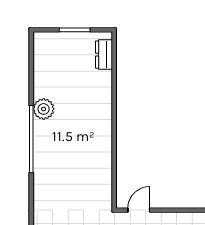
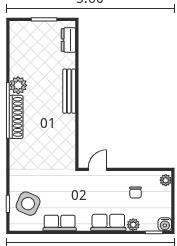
bench: (105, 116) -> (69, 91), added
shoe rack: (41, 147) -> (16, 117), added

